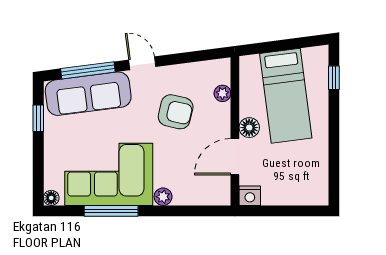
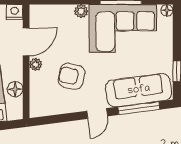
door: (142, 63) -> (97, 114), hinge flipped
plant: (222, 93) -> (36, 64), moved
floor lamp: (249, 128) -> (15, 89), moved

